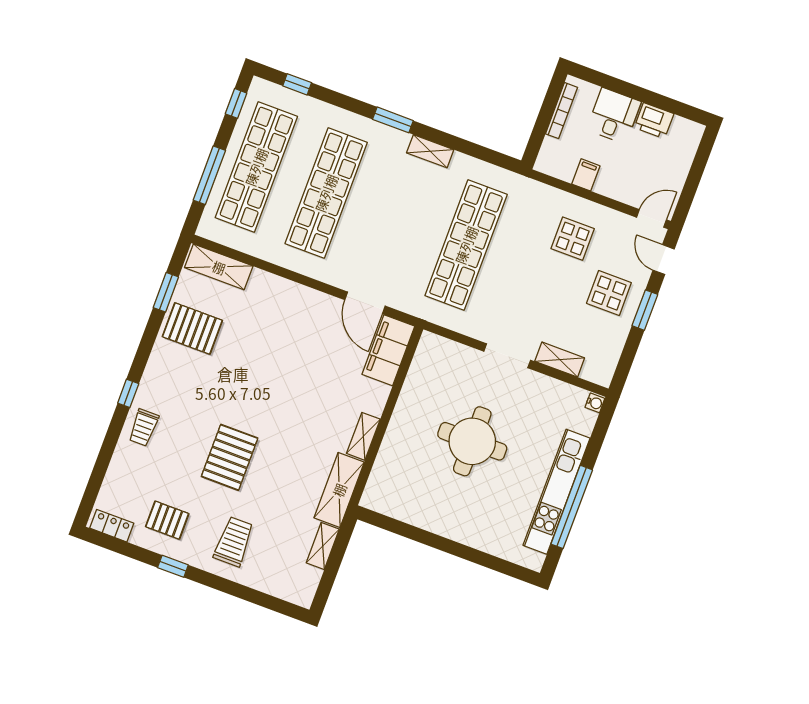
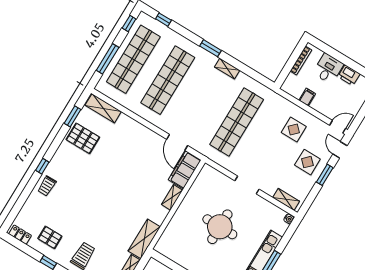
shelving: (560, 360) -> (286, 199), moved
shelving: (363, 436) -> (172, 197), moved
pallet: (230, 457) -> (89, 210), removed

